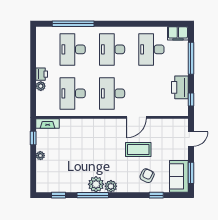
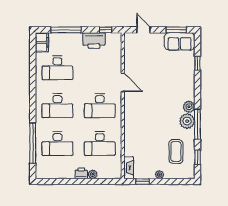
coffee table: (138, 150) -> (176, 151), moved
armchair: (147, 176) -> (179, 72), removed

